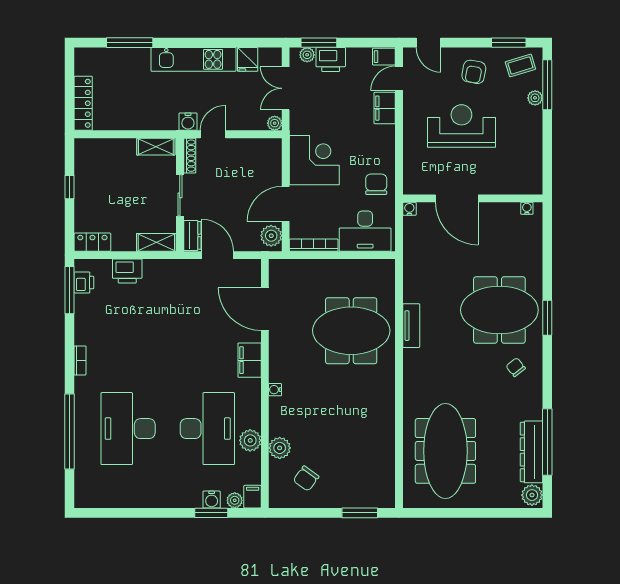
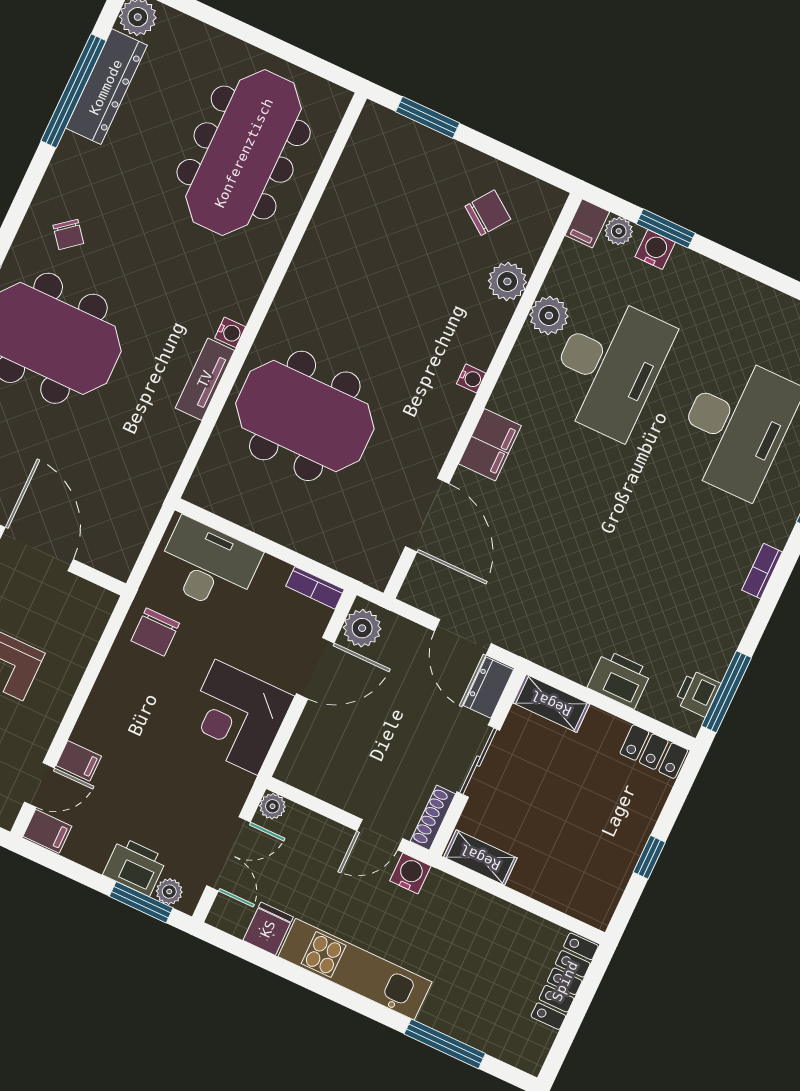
filing cabinet: (385, 108) -> (79, 761), width x0.50
water cooler: (409, 209) -> (230, 332), moved, turned -90
bookcase: (314, 245) -> (315, 588), width x0.64
desk: (207, 429) -> (609, 367), turned 180

